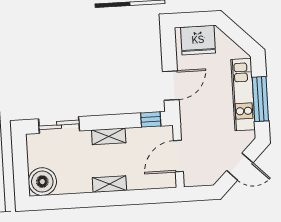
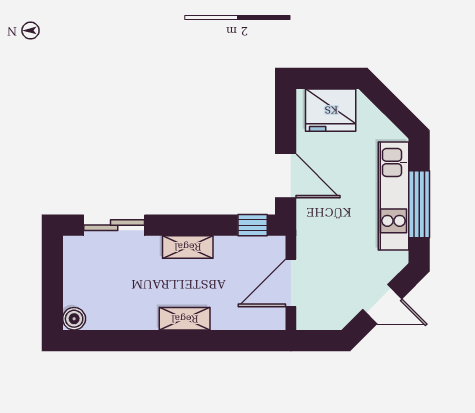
door: (171, 85) -> (286, 176), hinge flipped
boiler: (42, 182) -> (74, 319), width x0.54, depth x0.54

